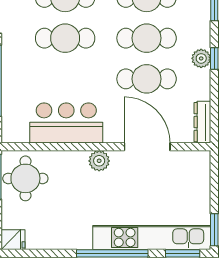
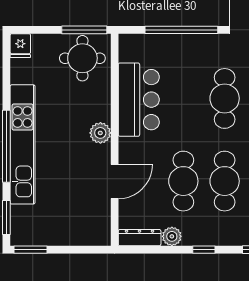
plant: (201, 58) -> (172, 236), moved
door: (147, 147) -> (115, 182), width x0.73
kitchen unit: (152, 238) -> (23, 144), moved

